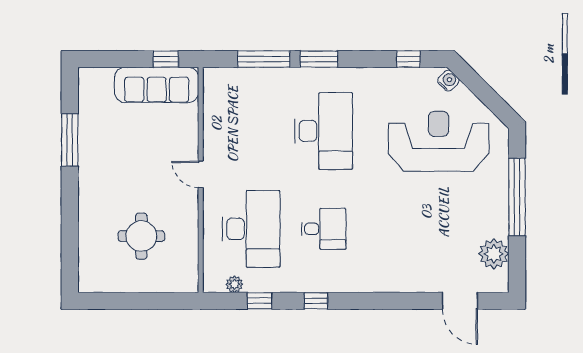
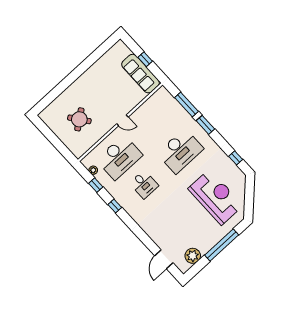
window: (166, 59) -> (145, 59), moved
water cooler: (448, 81) -> (241, 180), removed
window: (70, 140) -> (91, 60), removed
door: (201, 174) -> (122, 120), swing flipped
round table: (141, 236) -> (79, 119), turned -37

